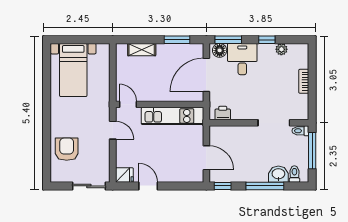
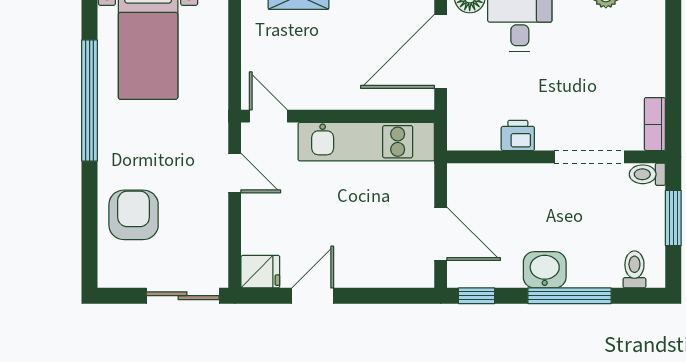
bookcase: (304, 81) -> (655, 124), moved
window: (47, 97) -> (90, 101), added
printer: (223, 113) -> (518, 135), moved
window: (312, 151) -> (673, 218), width x0.69
washbasin: (278, 174) -> (545, 270), moved
door: (148, 186) -> (313, 296), hinge flipped

